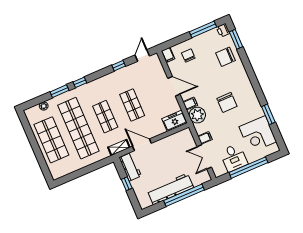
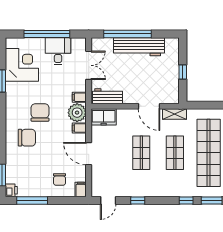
chair: (225, 57) -> (27, 138), moved
filing cabinet: (205, 138) -> (79, 97), moved
workbench: (130, 167) -> (107, 96), moved, turned 90

